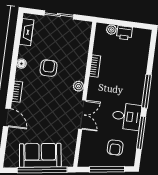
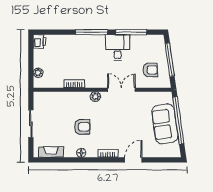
printer: (124, 33) -> (40, 41), moved
armchair: (49, 68) -> (82, 127), turned 180
armchair: (115, 148) -> (150, 70), moved

